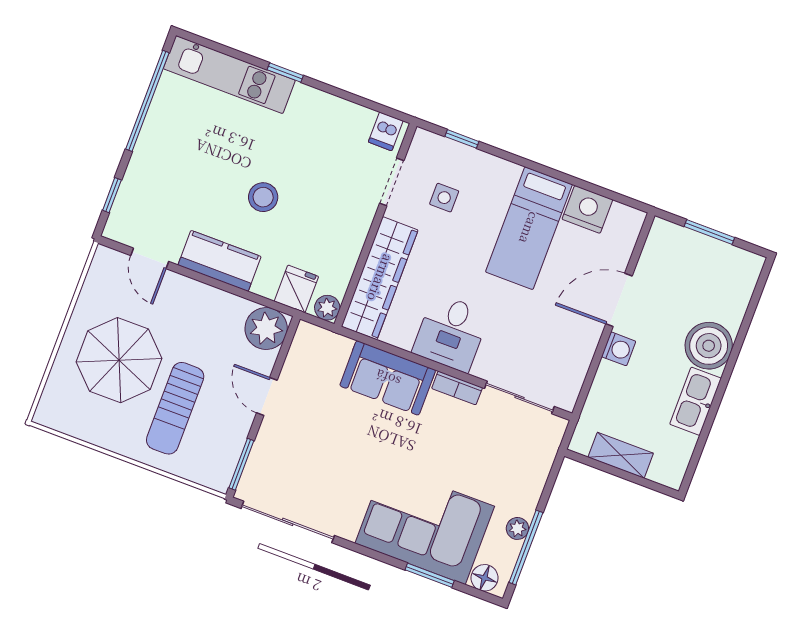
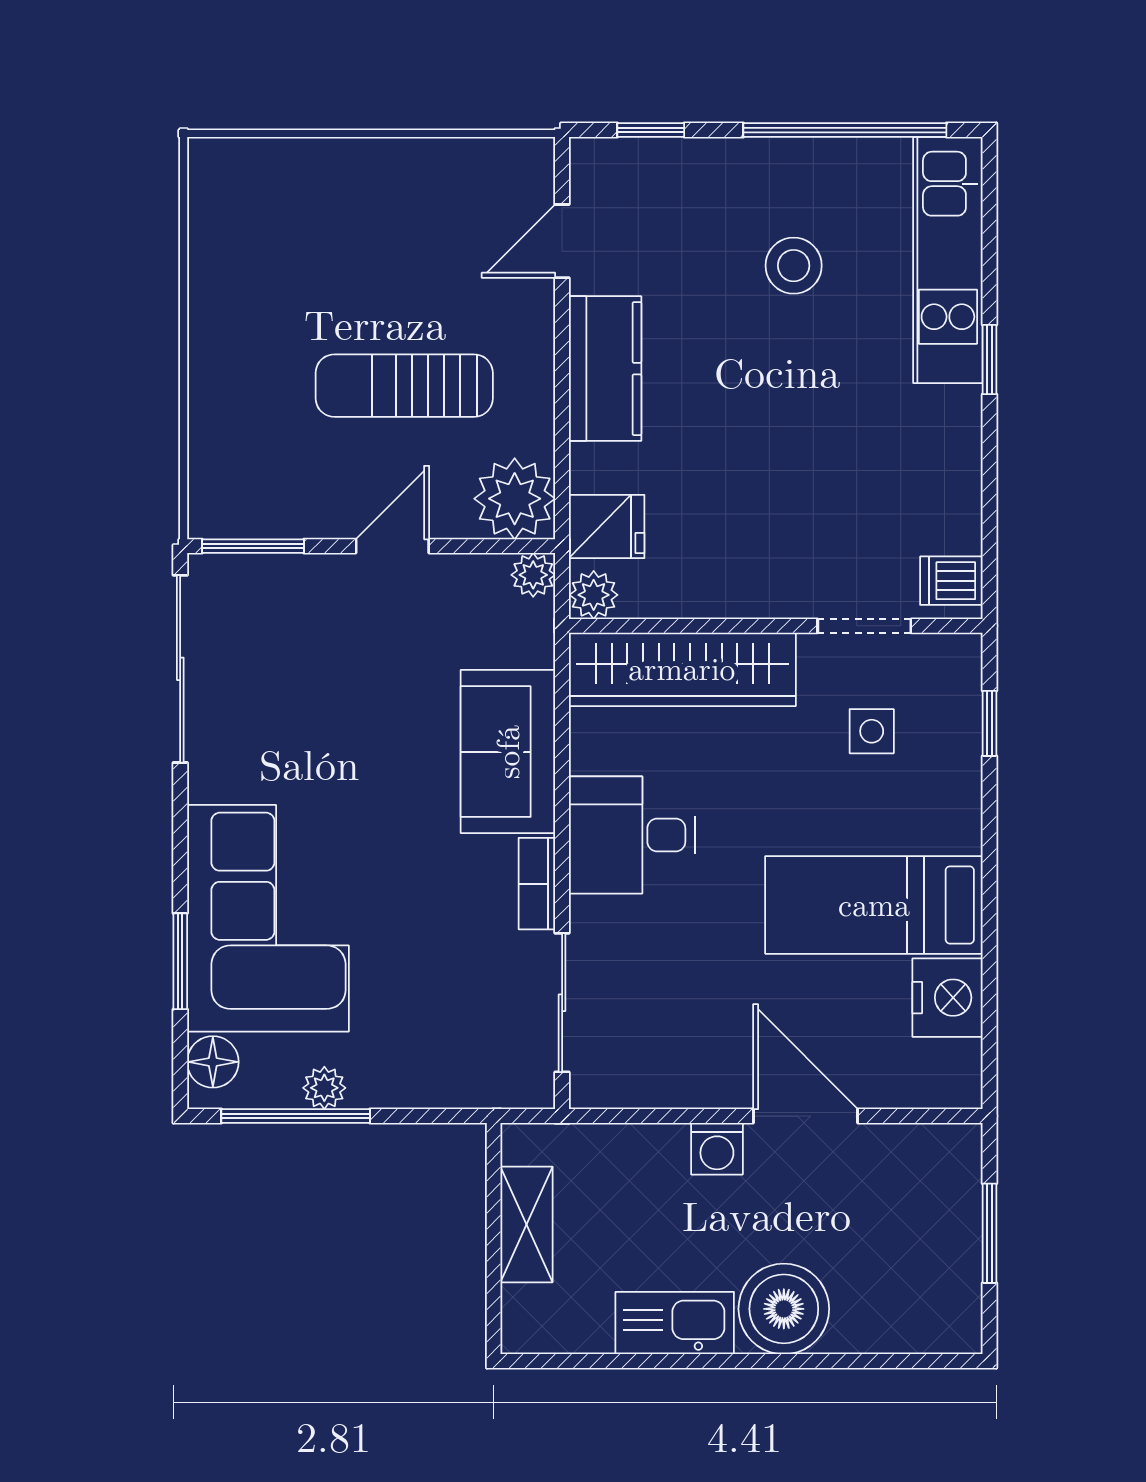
stool: (263, 197) -> (794, 266), moved
plant: (307, 333) -> (533, 575), added
parasol: (119, 360) -> (358, 255), removed
sun lounger: (175, 408) -> (404, 386), moved

